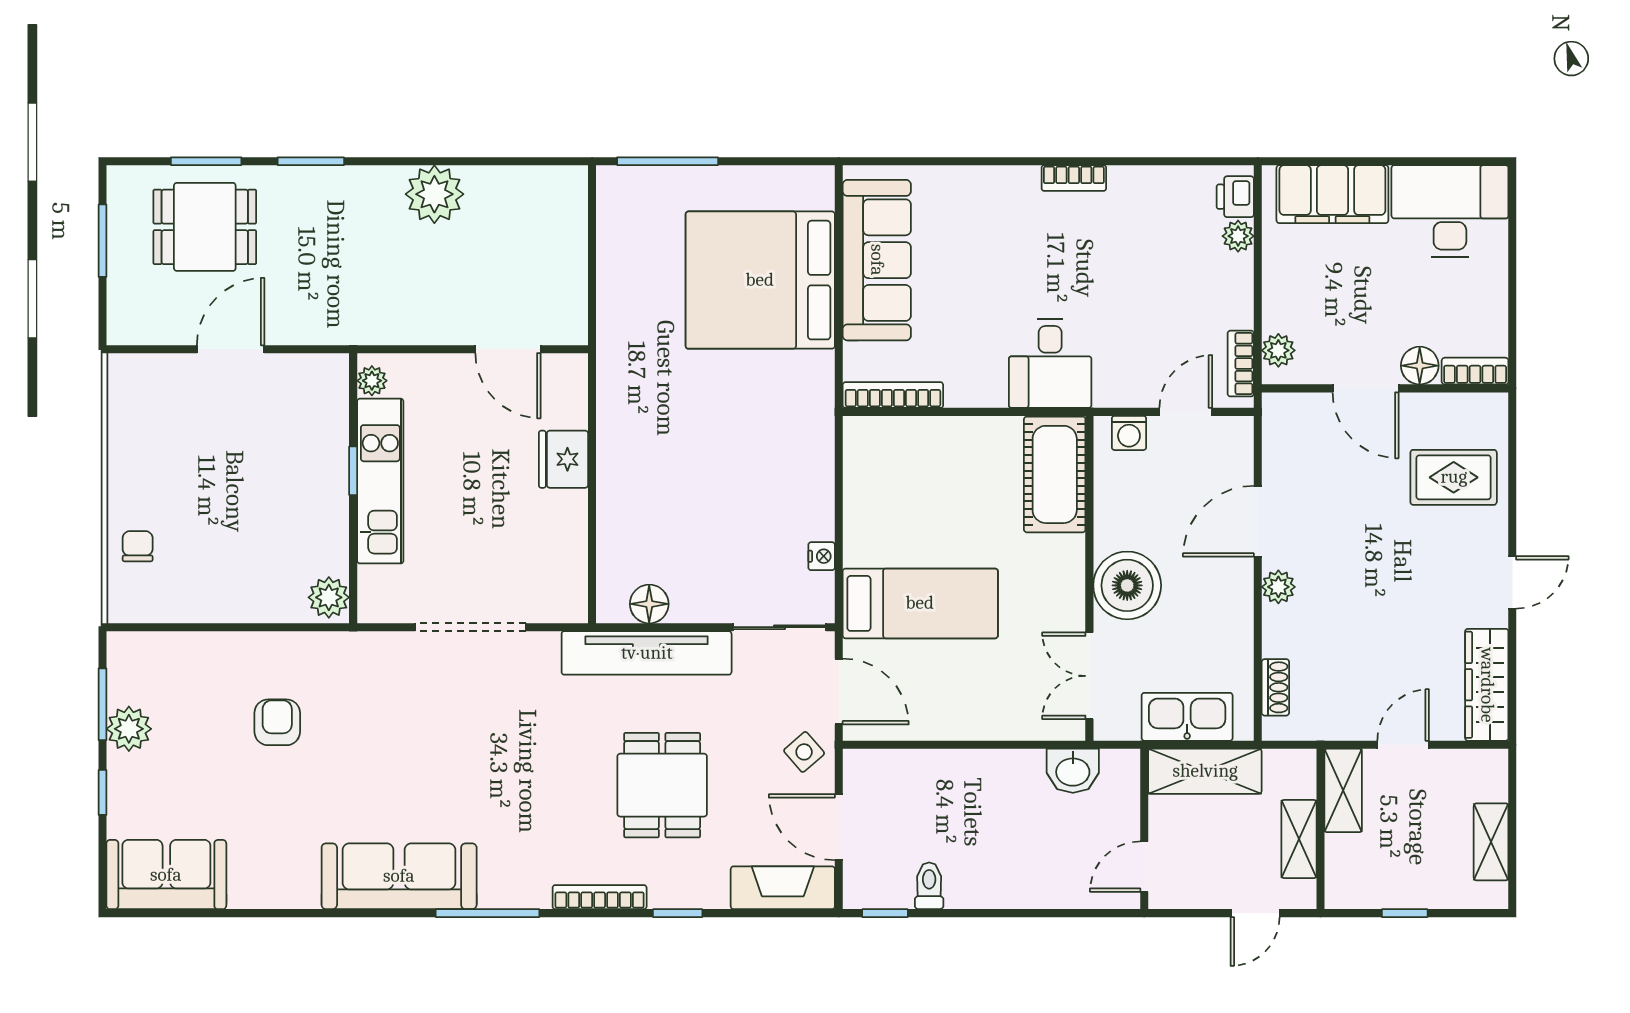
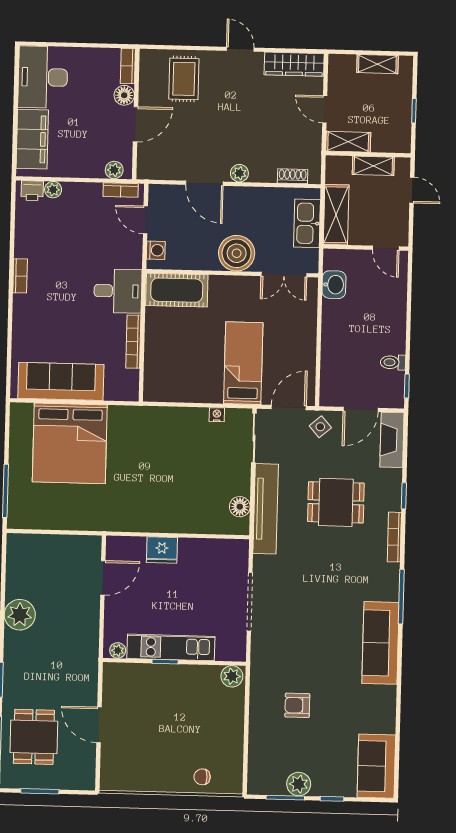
bookcase: (893, 395) -> (133, 342), moved

